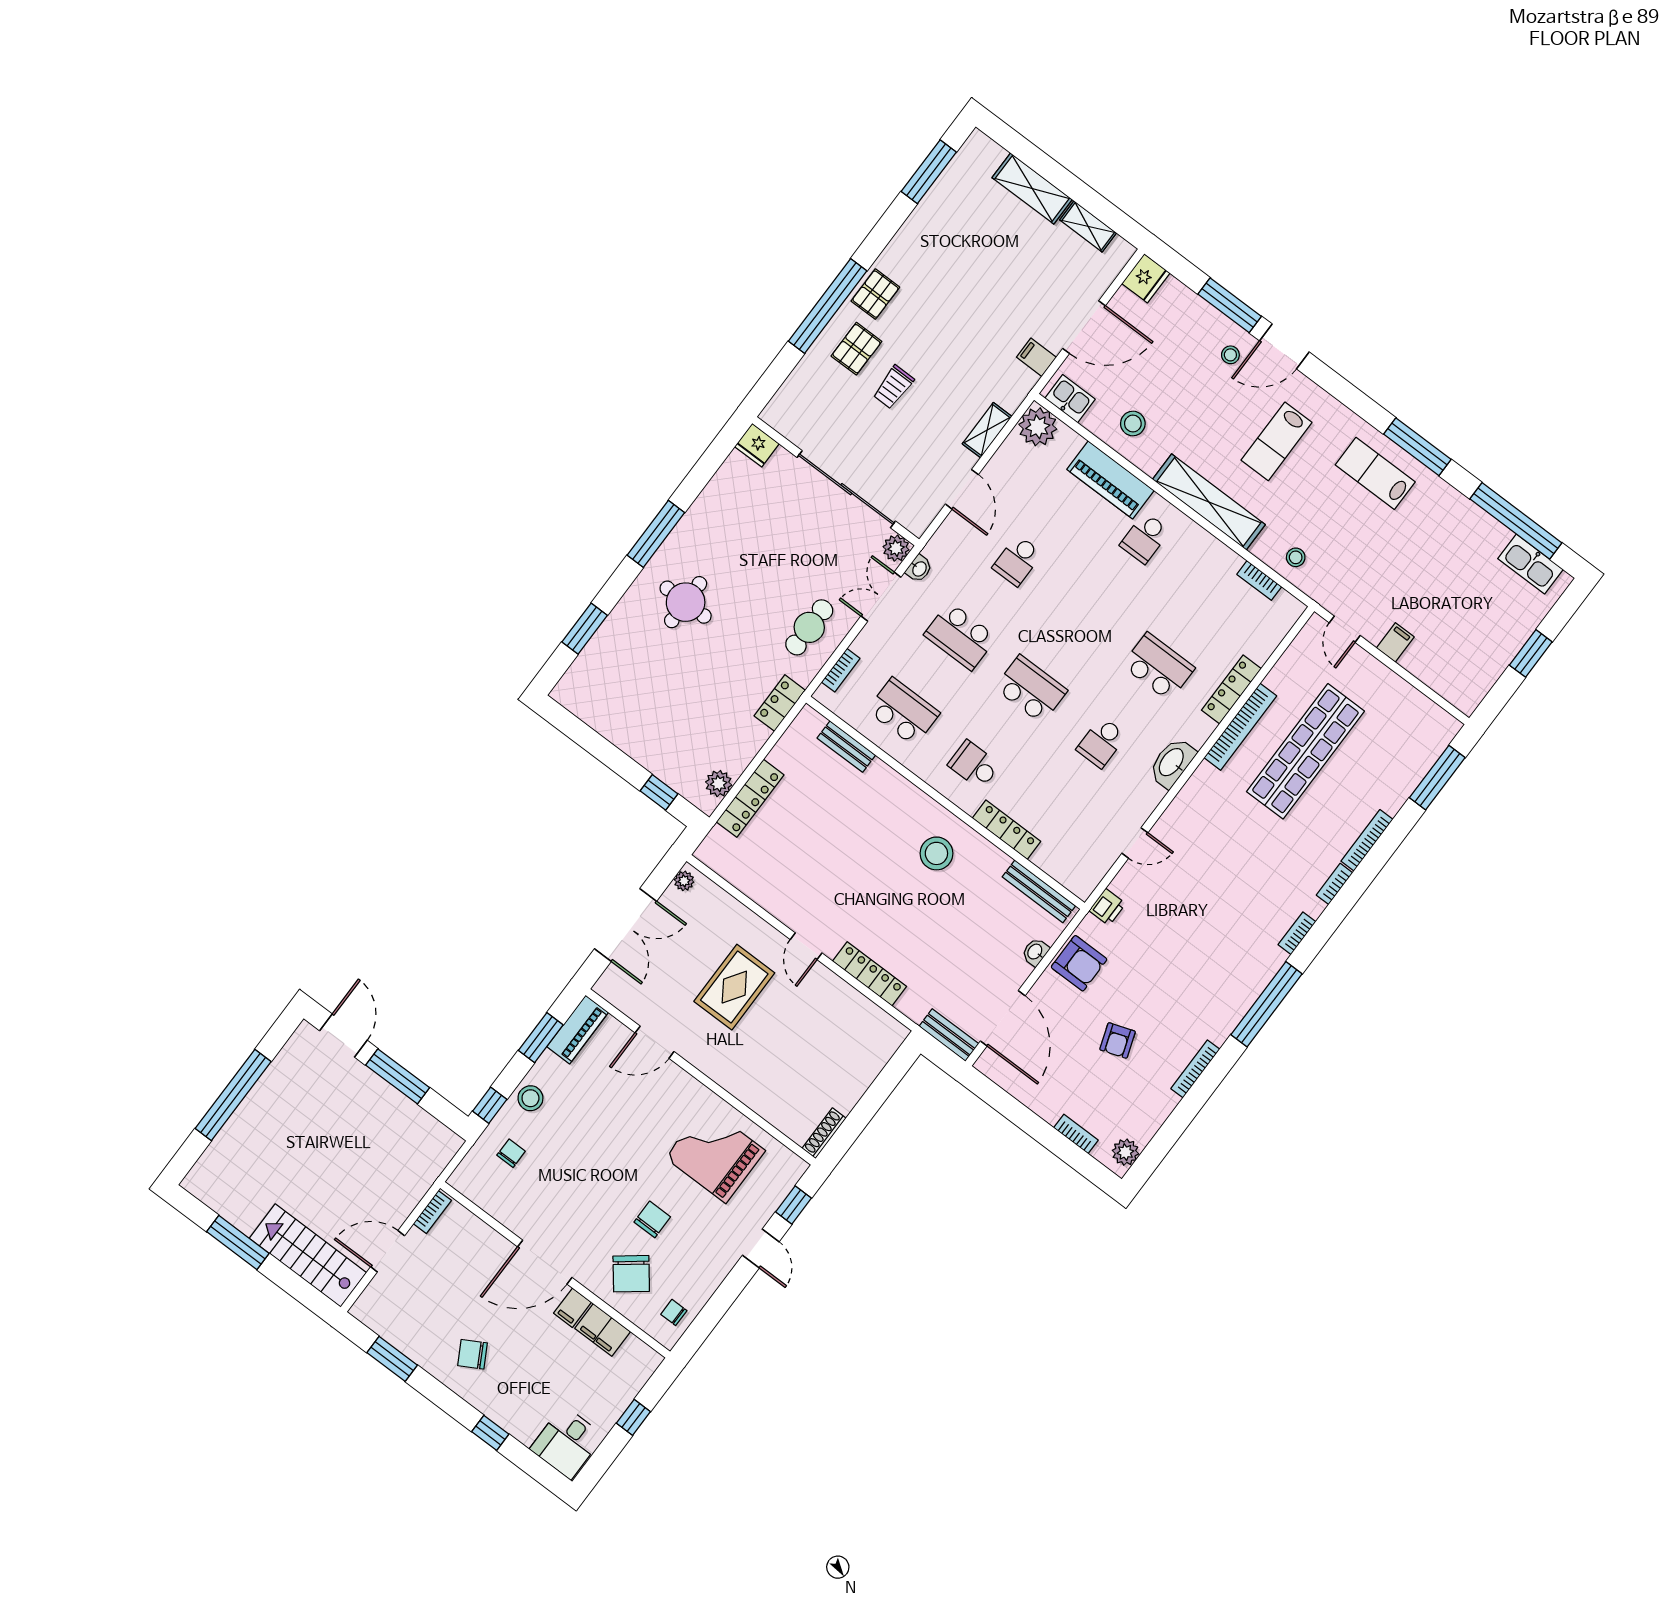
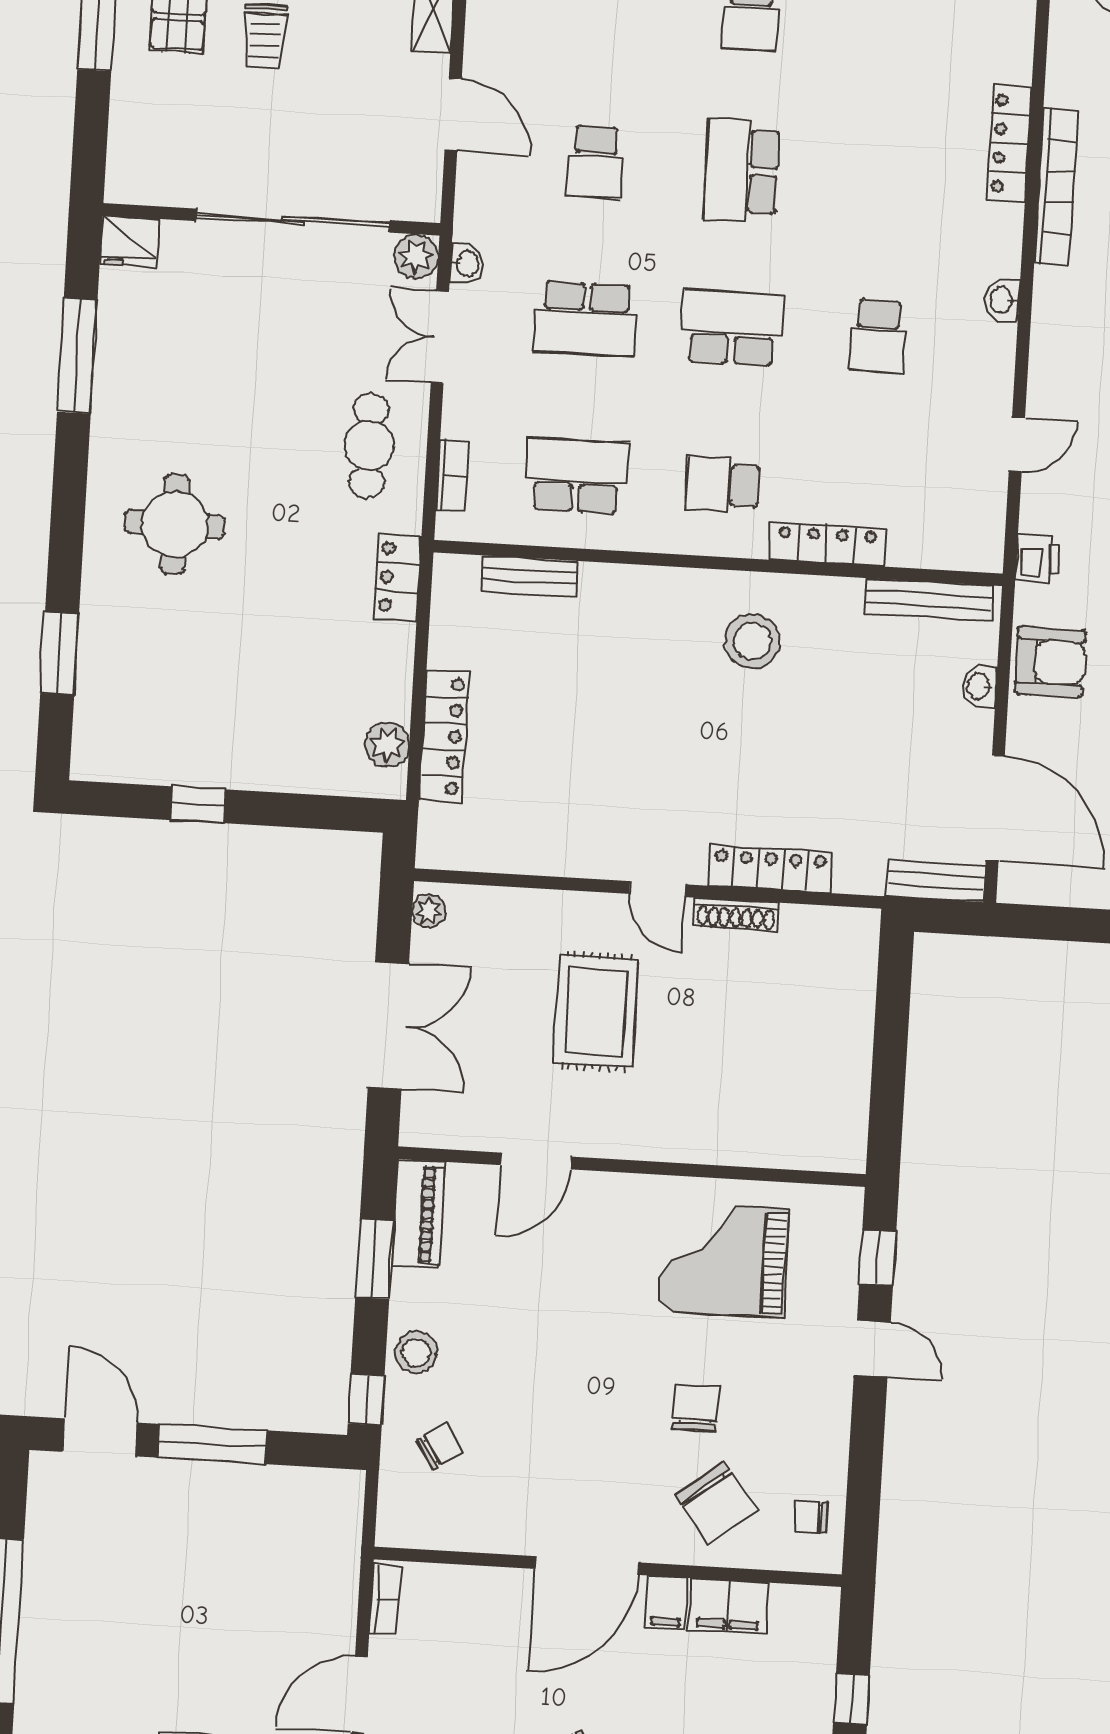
window: (656, 534) -> (77, 356), moved
school desk: (1158, 667) -> (741, 171), moved, turned -90
washbasin: (1172, 763) -> (1002, 300), width x0.52, depth x0.69
window: (659, 792) -> (198, 805), moved
shoe rack: (824, 1133) -> (736, 915), moved, turned -90
chair: (511, 1153) -> (440, 1446), turned 57

